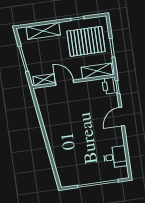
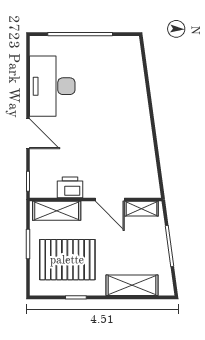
printer: (110, 86) -> (70, 187), moved, turned -90
door: (122, 117) -> (28, 134), hinge flipped
desk: (115, 157) -> (52, 86), width x1.87, depth x1.30

